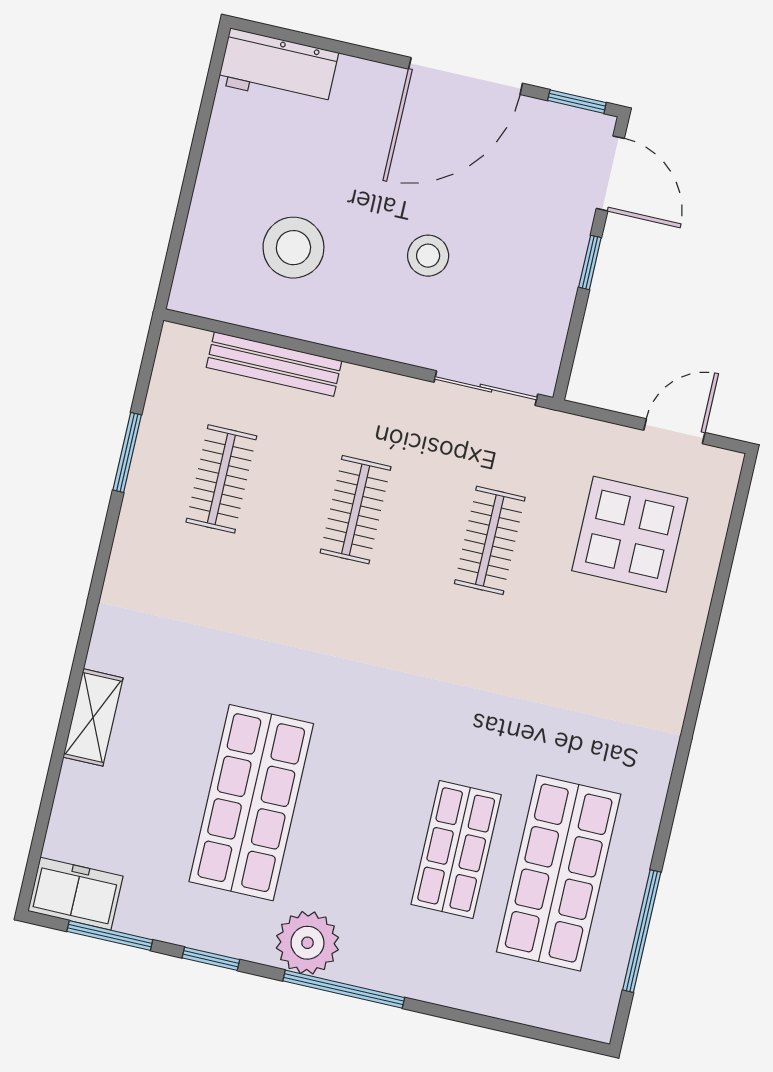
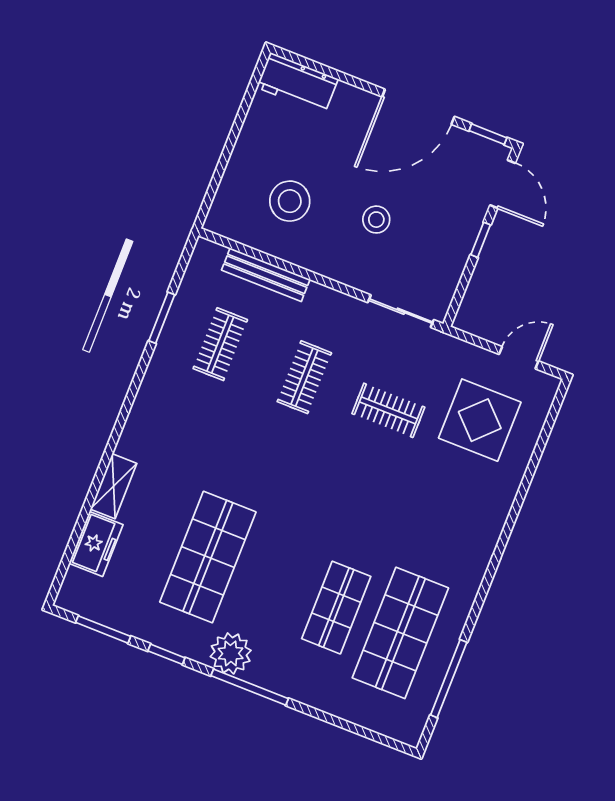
clothes rail: (490, 540) -> (388, 410), turned 90
freezer: (75, 894) -> (96, 544), moved, turned 90

